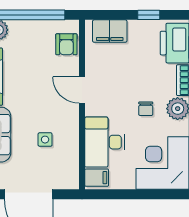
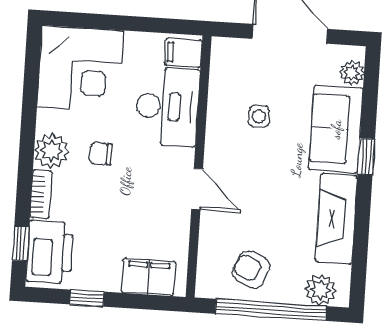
armchair: (66, 44) -> (251, 269), moved, turned -66
chair: (146, 109) -> (101, 154), turned -90

